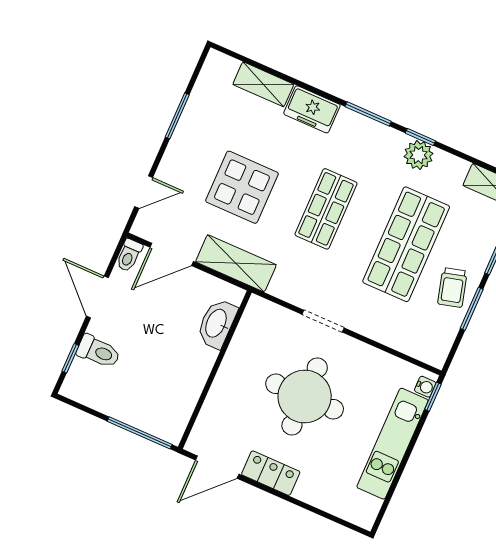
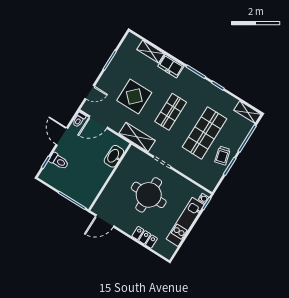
plant: (419, 155) -> (216, 94), removed
shelving: (236, 263) -> (137, 137), moved
locker: (271, 473) -> (145, 237), moved

